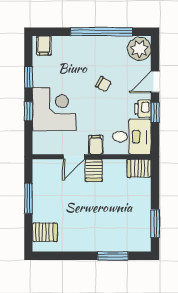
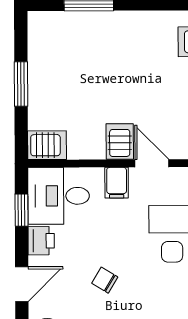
window: (155, 112) -> (21, 210), moved
door: (74, 157) -> (152, 163), hinge flipped
window: (155, 223) -> (21, 84), moved

